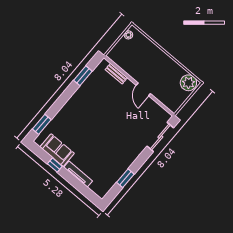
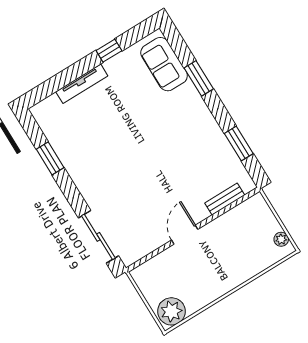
door: (143, 89) -> (185, 235), hinge flipped
window: (42, 124) -> (199, 78), moved
sofa: (57, 150) -> (164, 64), moved, turned 90

